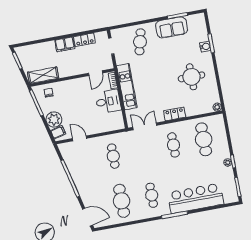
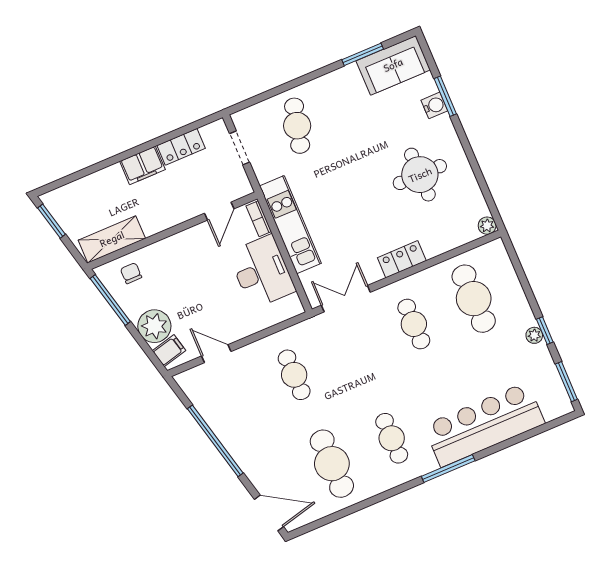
sofa: (172, 27) -> (393, 65), moved
desk: (108, 101) -> (262, 272), width x1.37

